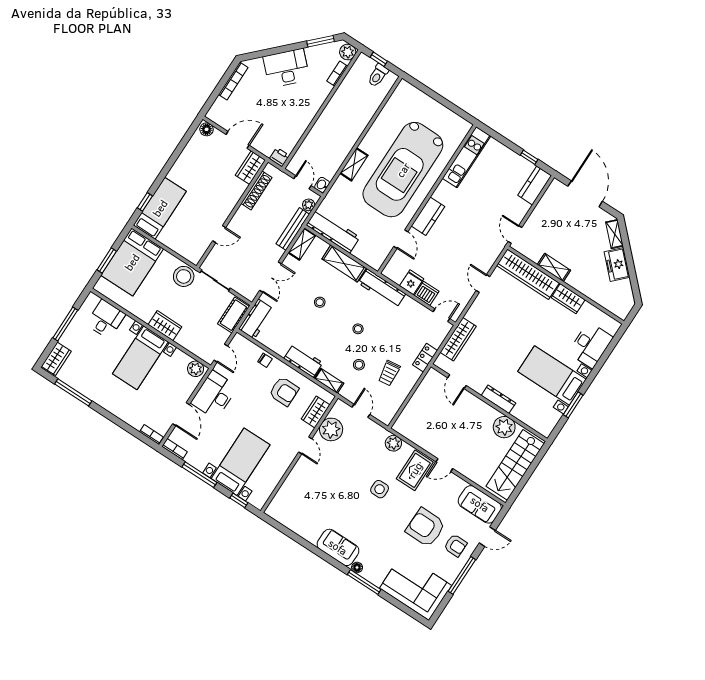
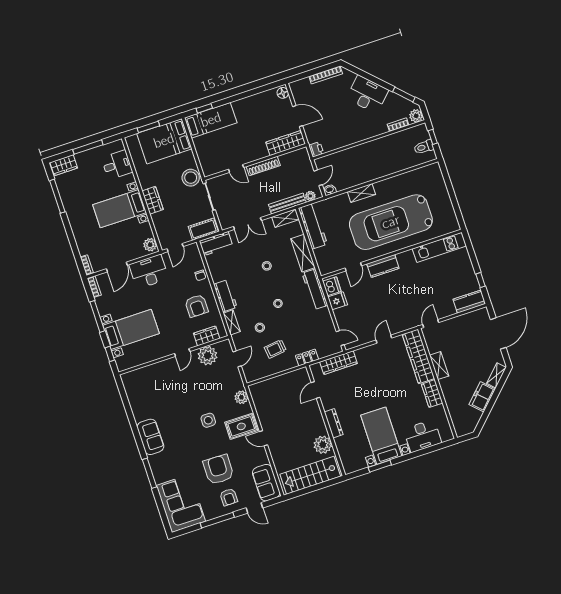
wardrobe: (250, 168) -> (286, 143), width x1.50
shoe rack: (256, 190) -> (263, 166), moved
dishwasher: (427, 293) -> (332, 286), moved
floor lamp: (357, 567) -> (152, 460), removed

